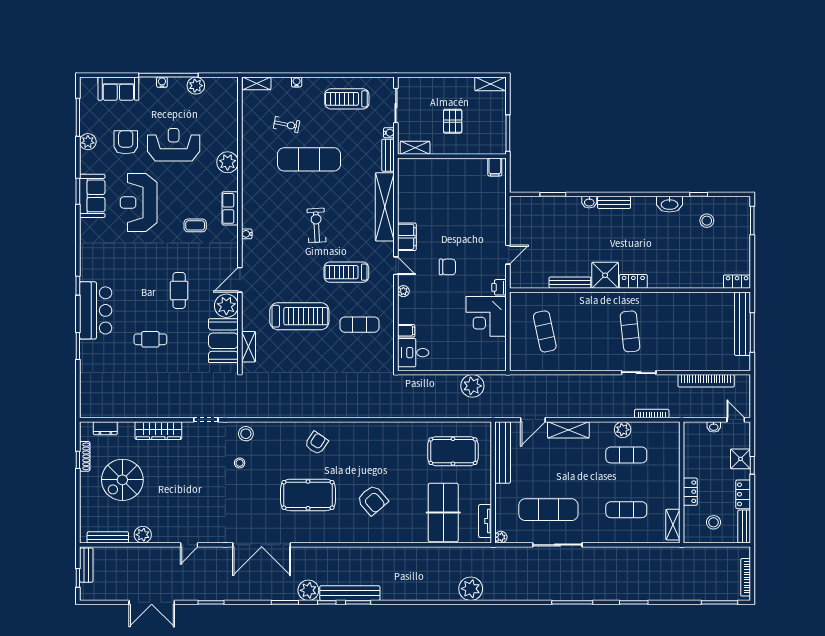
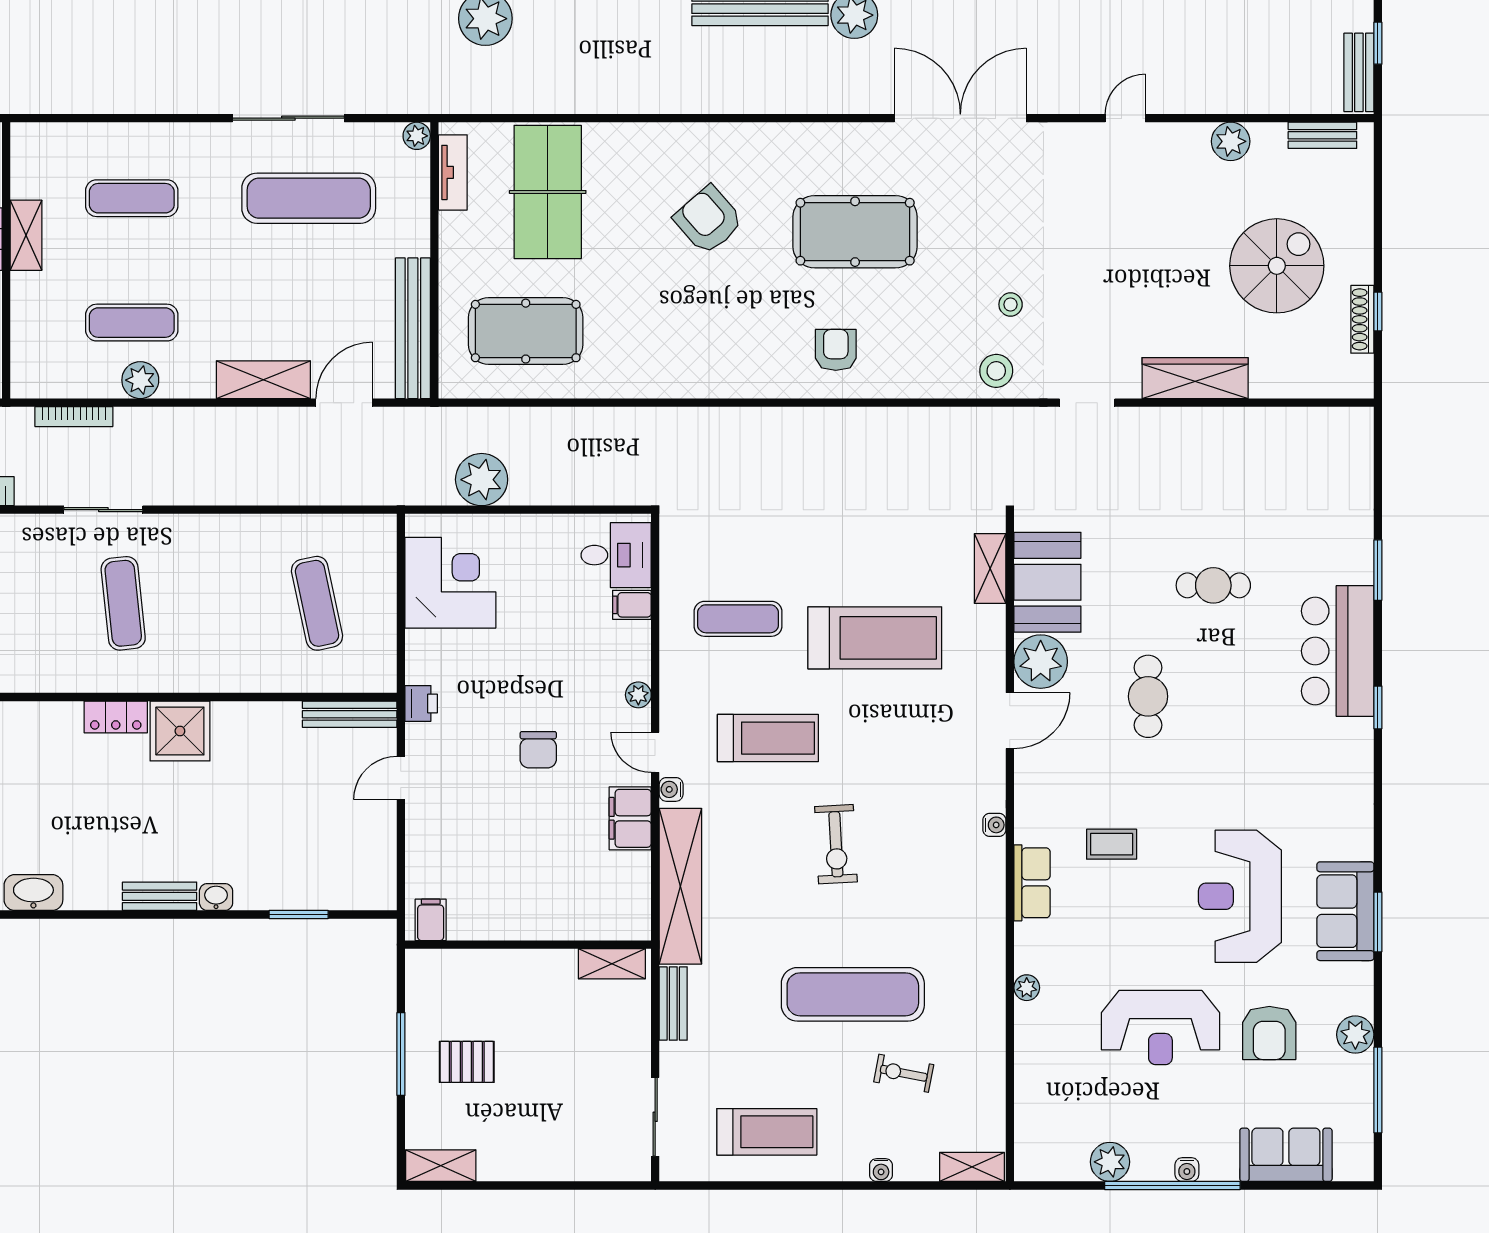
pallet: (453, 121) -> (467, 1062), moved, turned 90
water cooler: (389, 133) -> (671, 789), moved
shelving: (415, 148) -> (612, 964), moved
wall: (452, 156) -> (528, 945), moved
plant: (228, 162) -> (1027, 988), width x0.53, depth x0.53
filing cabinet: (495, 167) -> (431, 920), moved
reception desk: (139, 203) -> (1240, 896), turned 180
chair: (447, 267) -> (538, 750), turned -90
bench: (570, 283) -> (350, 714), moved
treadmill: (299, 316) -> (875, 638), turned 180
corner desk: (486, 316) -> (450, 583), moved
dresser: (105, 428) -> (1316, 383), removed
armchair: (316, 443) -> (836, 350), turned 146
shelving: (673, 525) -> (26, 235), moved
bench: (108, 537) -> (1322, 135), width x0.73

